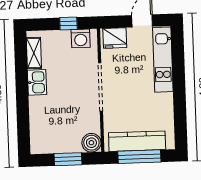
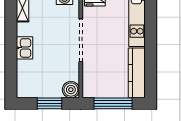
kitchen sink: (37, 82) -> (24, 48), moved
kitchen counter: (137, 141) -> (137, 73), moved, turned -90

